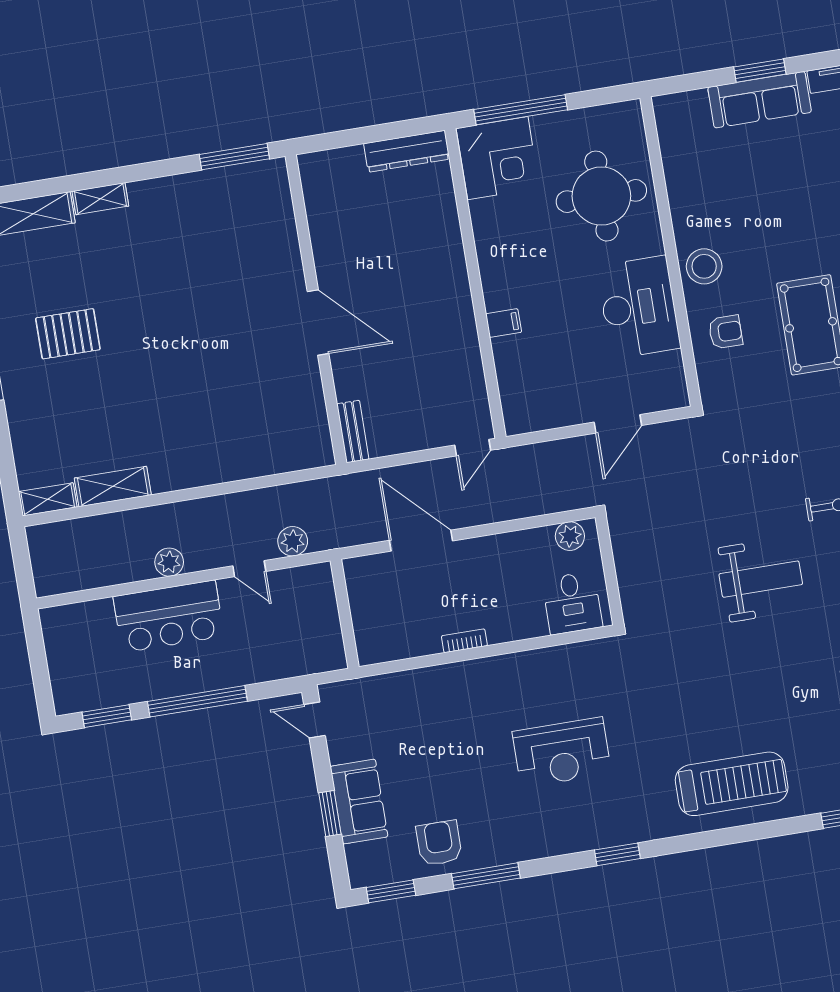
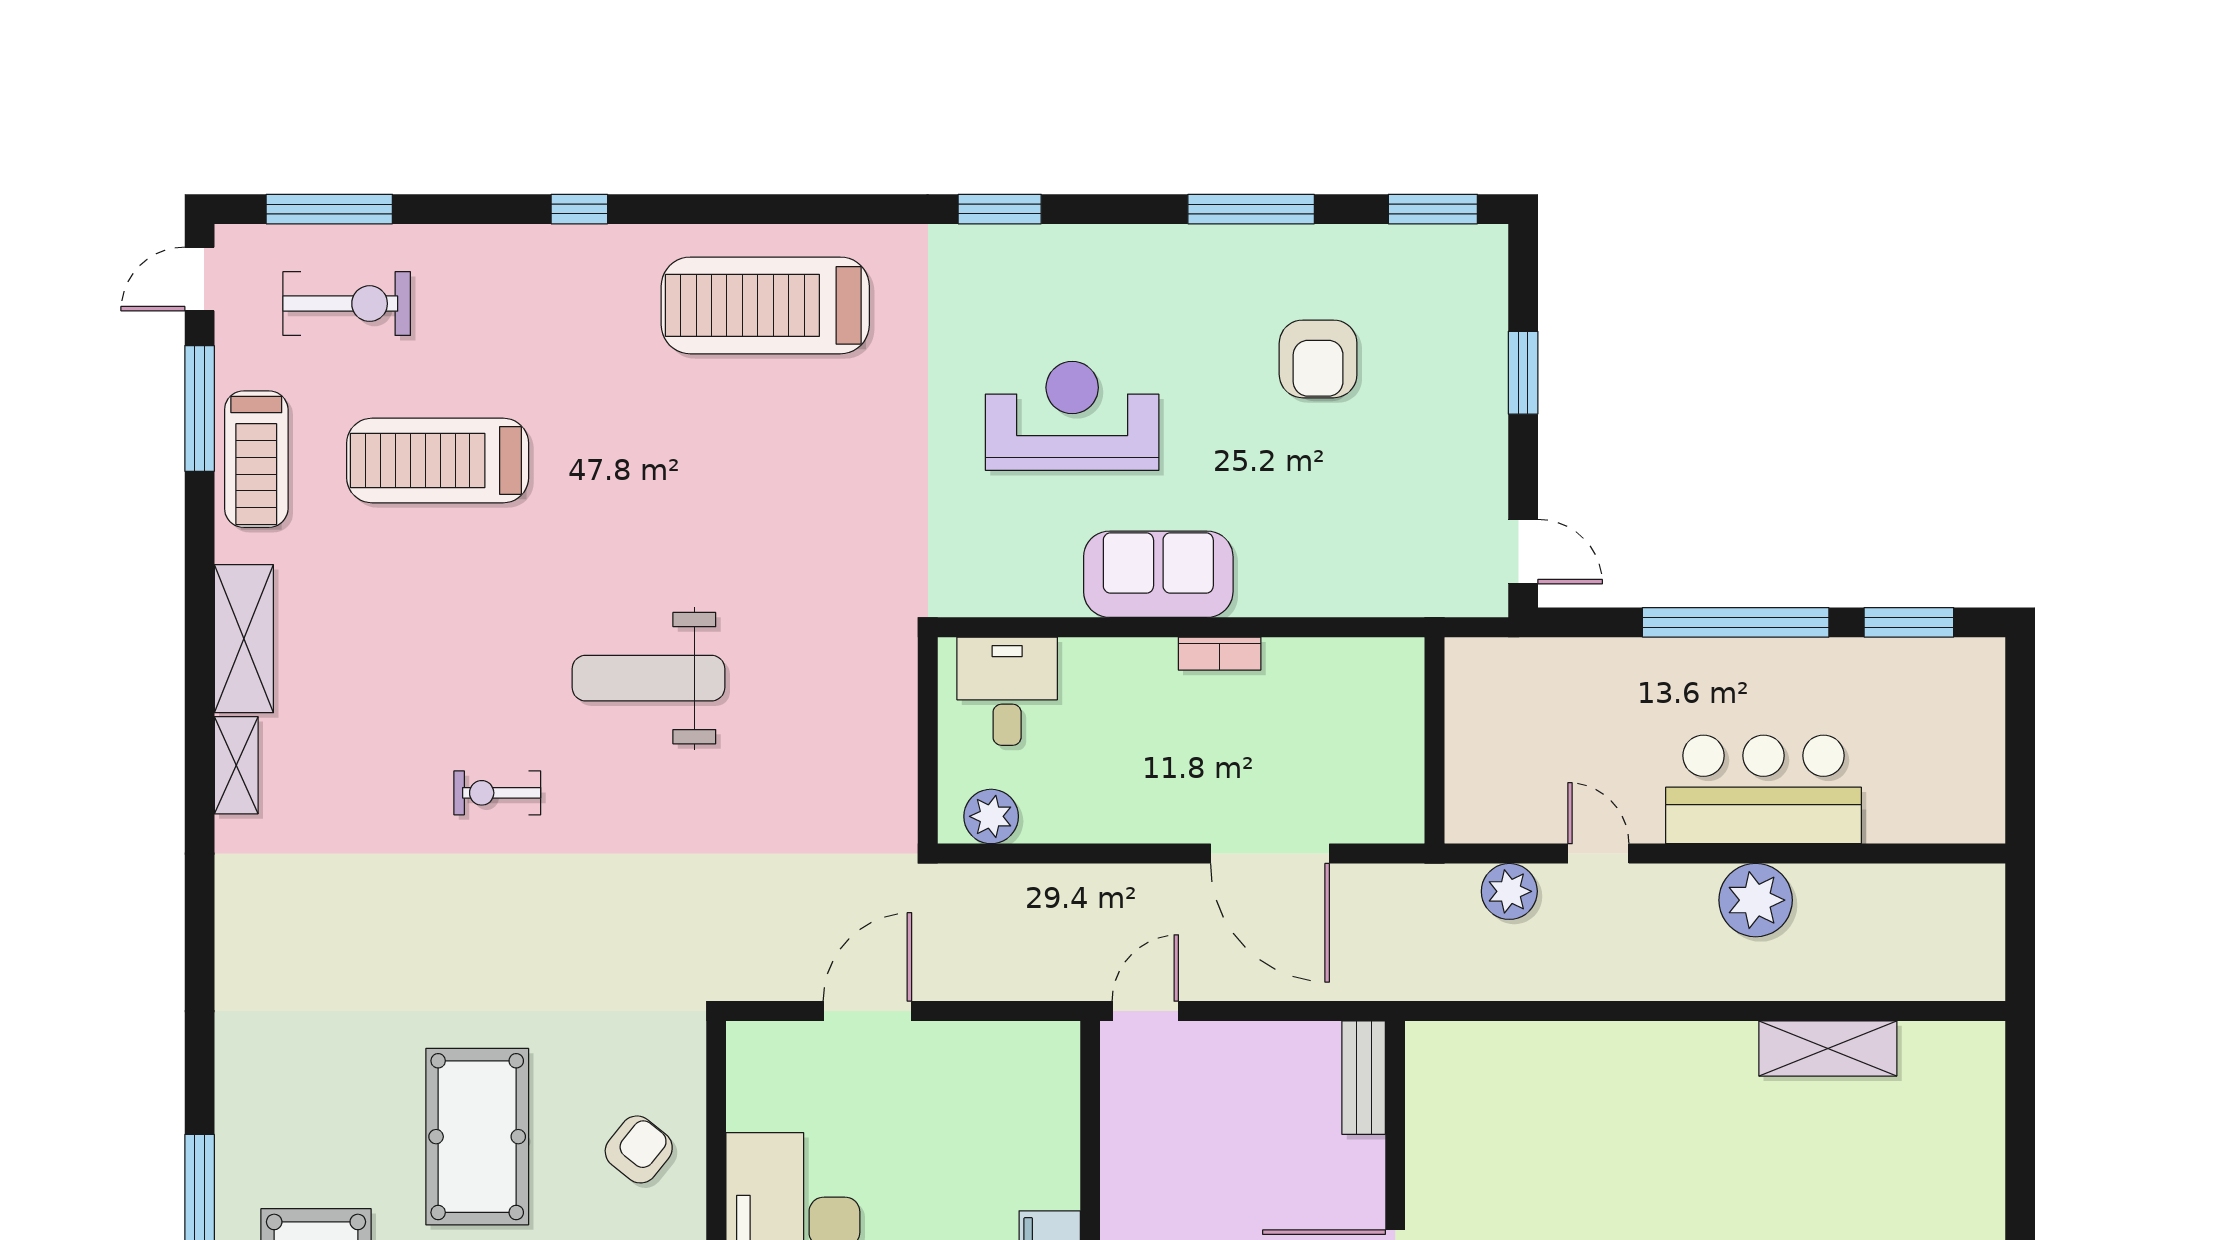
armchair: (726, 332) -> (639, 1149), turned 129
shelving: (48, 499) -> (1953, 1044), removed
plant: (169, 562) -> (1756, 900), width x1.36, depth x1.36
sofa: (359, 802) -> (1158, 574), moved, turned 90
armchair: (439, 843) -> (1318, 359), moved

